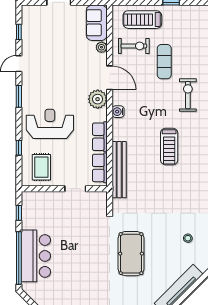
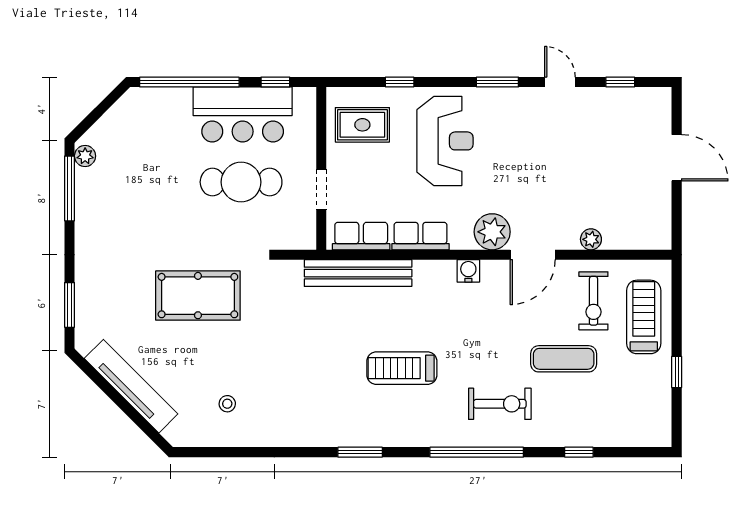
sofa: (97, 23) -> (638, 230), removed
cafe table: (71, 231) -> (241, 182), added
bar counter: (36, 256) -> (243, 114), moved

